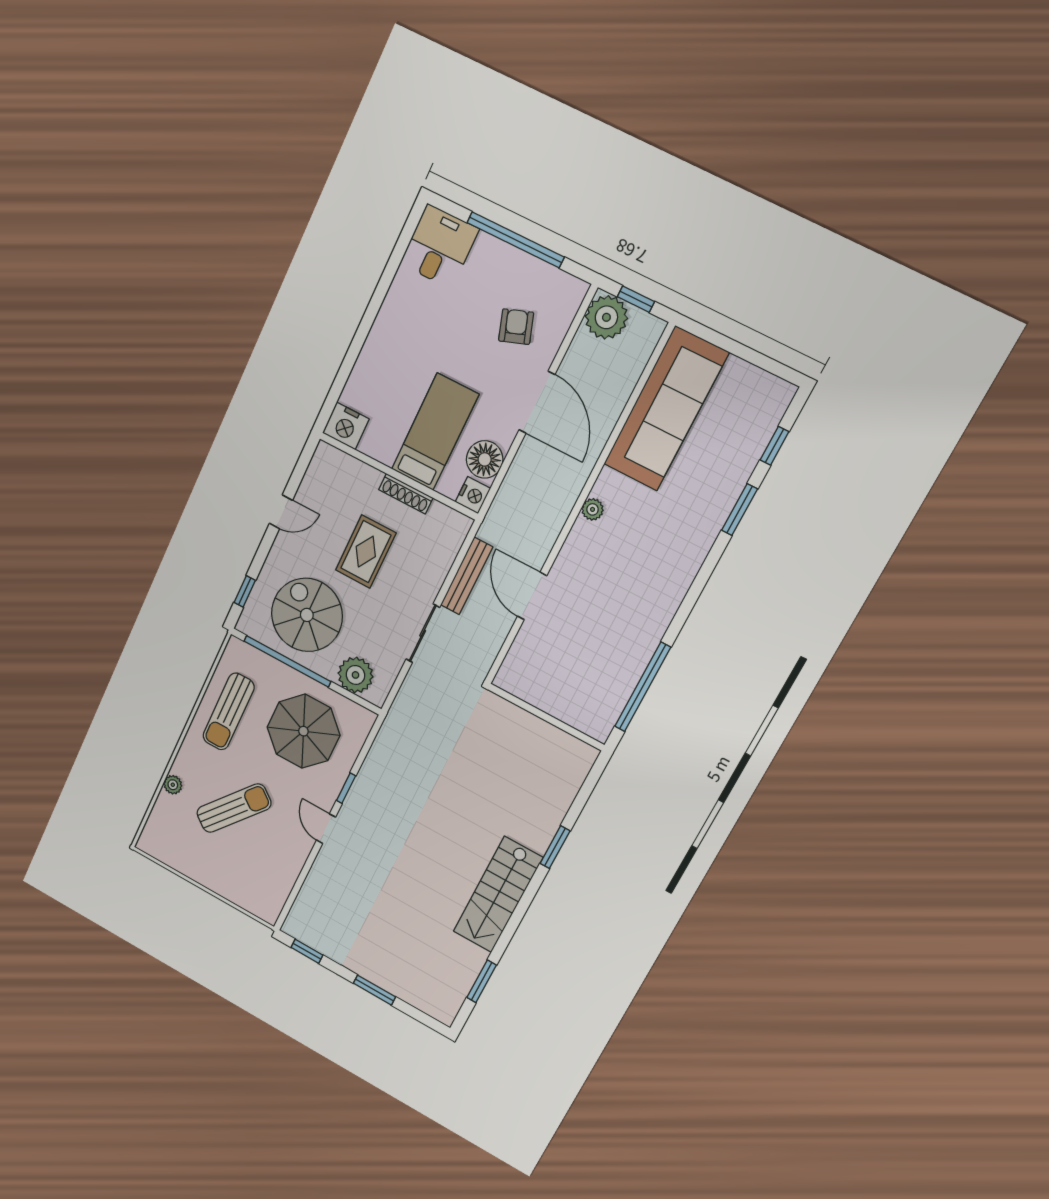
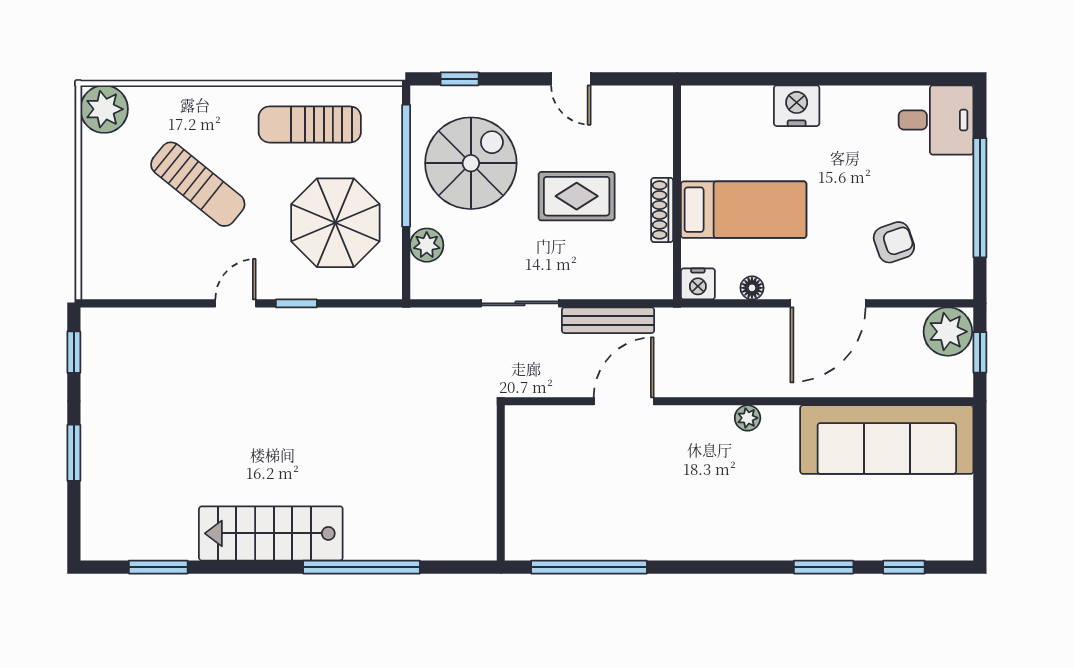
nightstand: (346, 426) -> (797, 106), moved, turned 90
floor lamp: (485, 459) -> (752, 288), width x0.53, depth x0.53
plant: (355, 675) -> (427, 245), width x0.73, depth x0.73
plant: (173, 785) -> (104, 109), moved, width x1.87, depth x1.87
window: (555, 847) -> (361, 567), width x2.11

